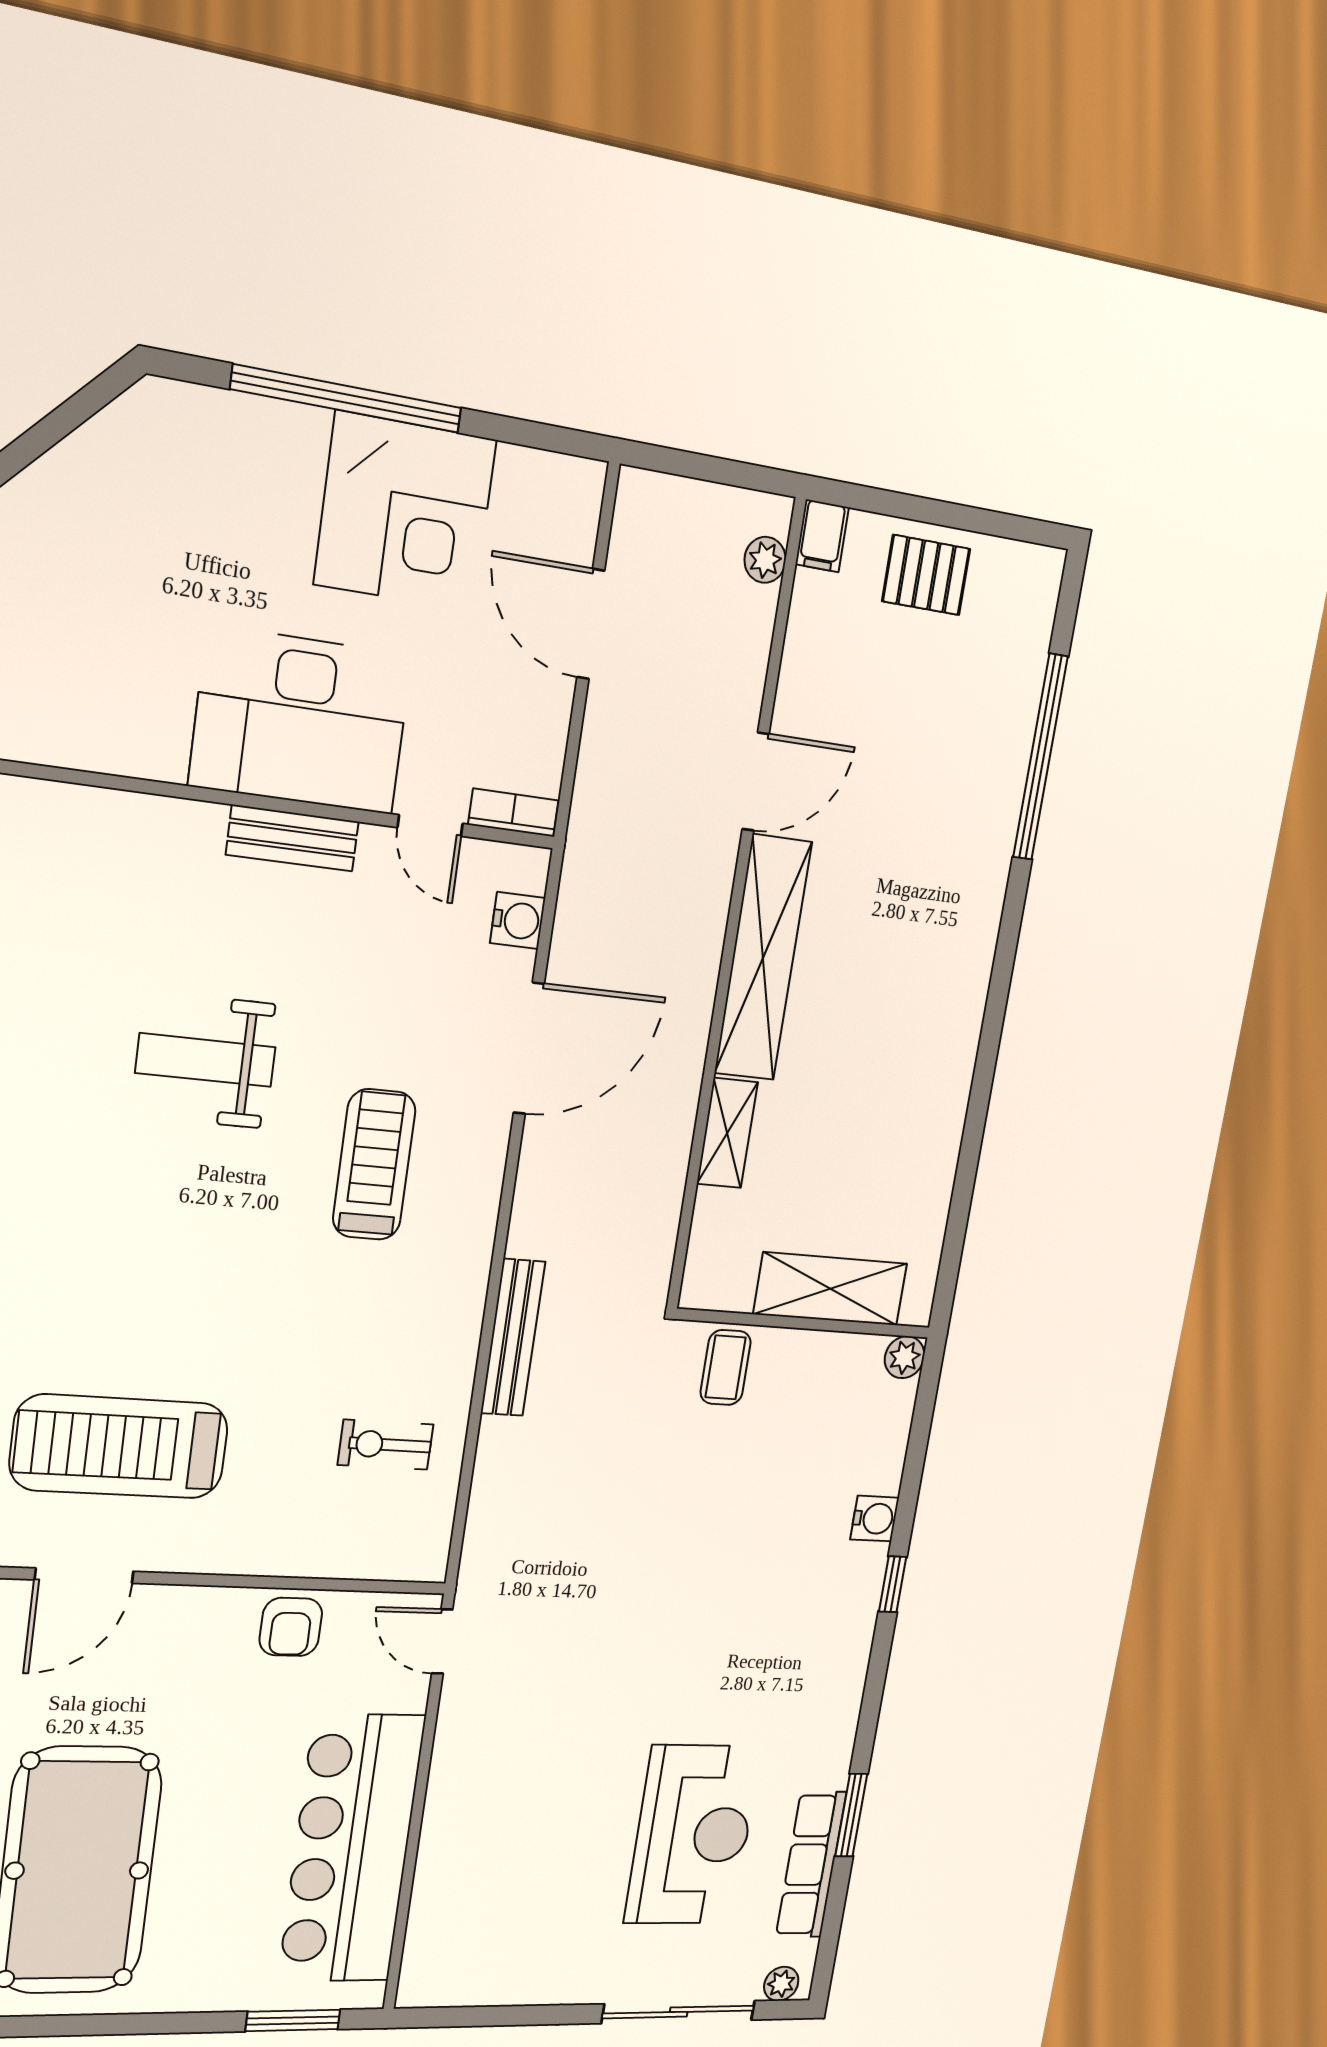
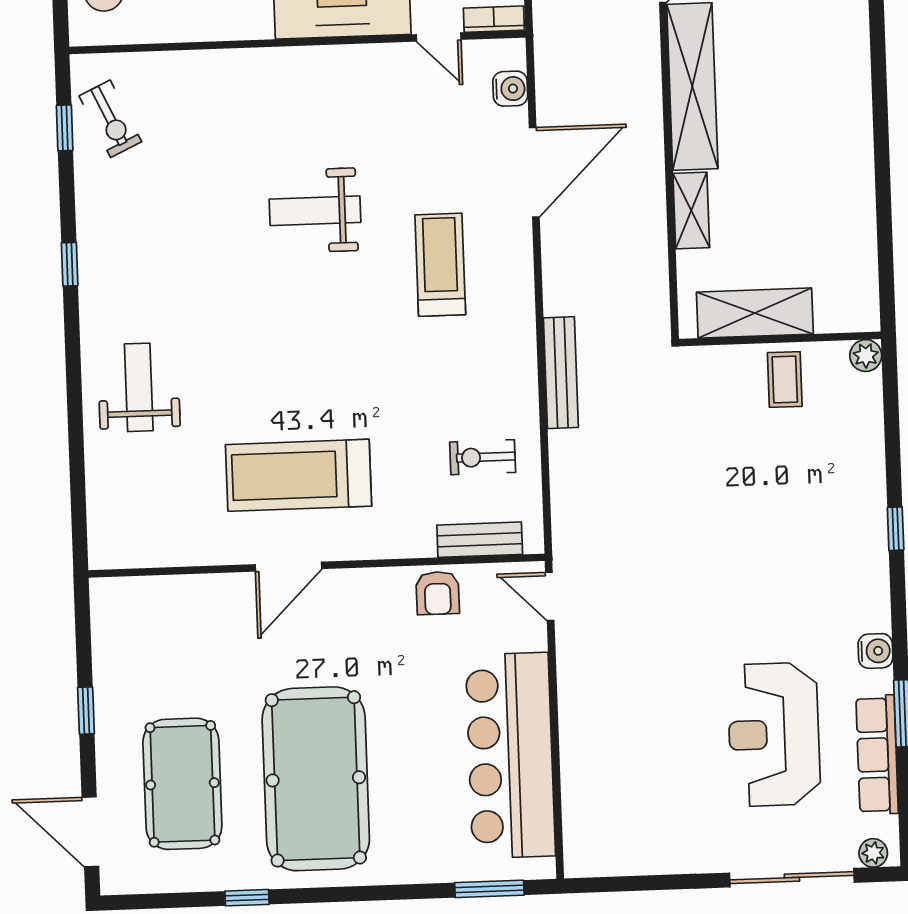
bench: (292, 838) -> (480, 540), moved
shelving: (830, 1289) -> (755, 313), moved
coffee table: (726, 1367) -> (785, 380), moved
water cooler: (875, 1519) -> (875, 651), moved
reception desk: (693, 1835) -> (774, 734), turned 180

